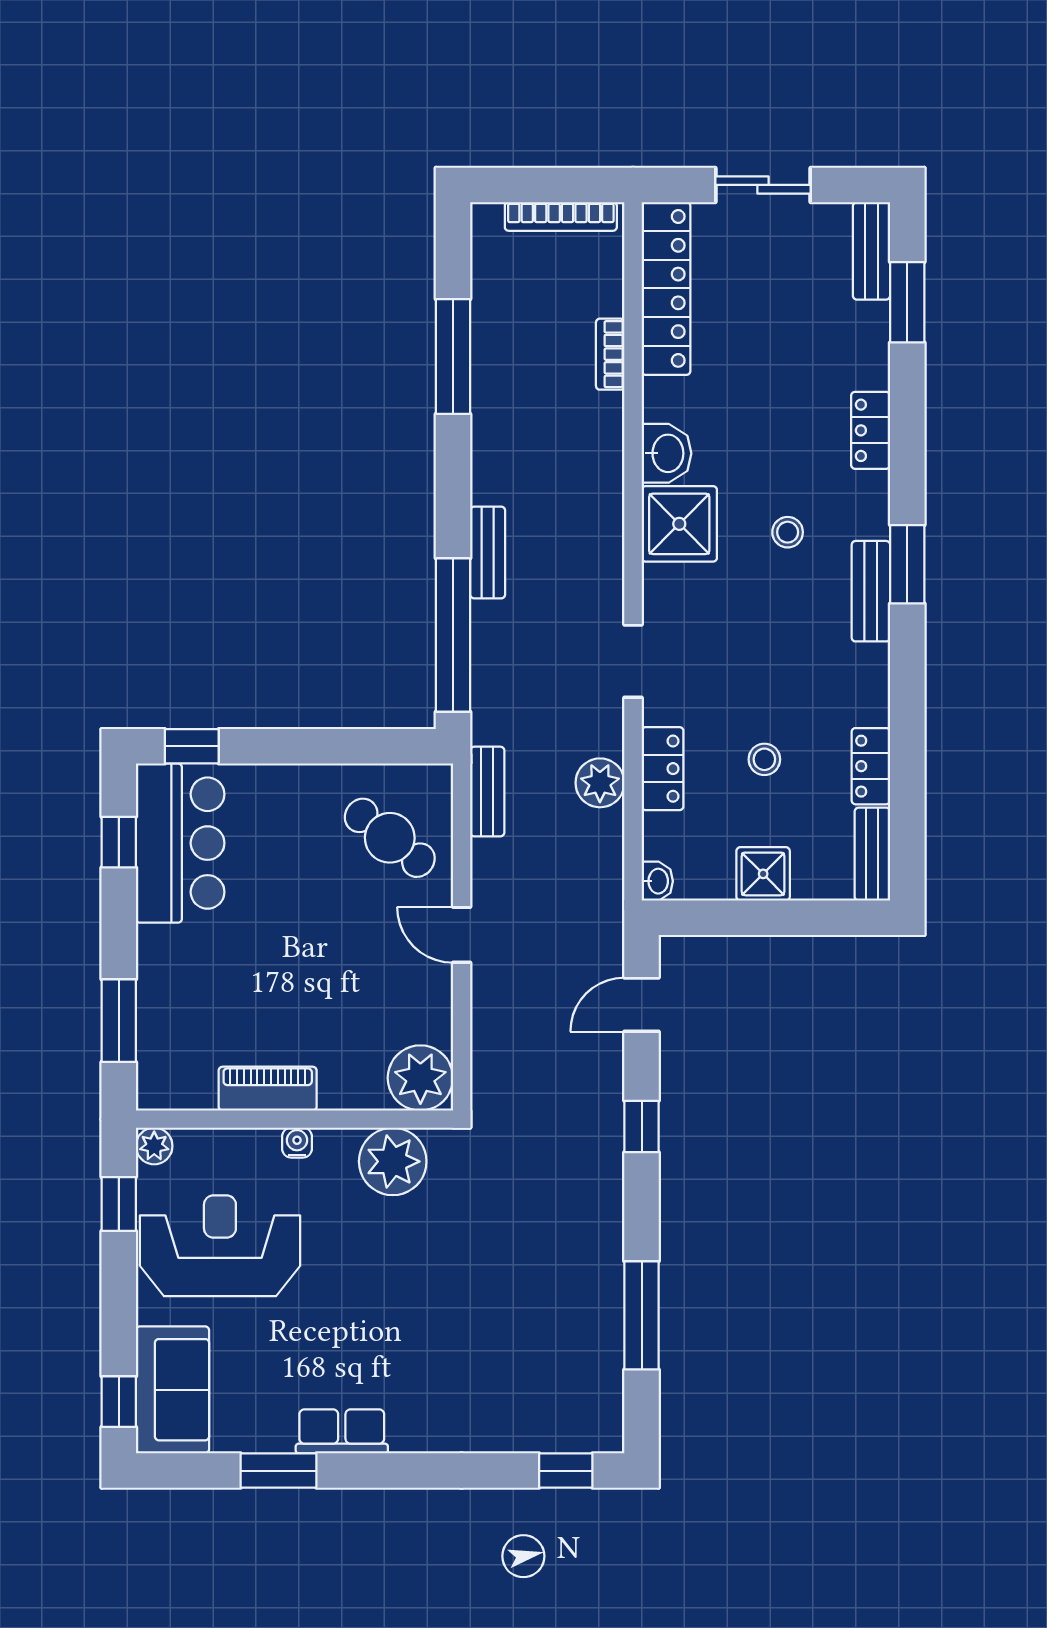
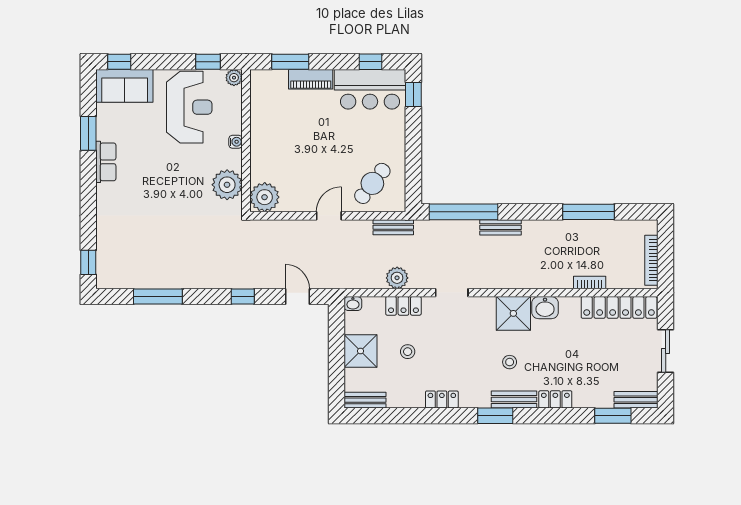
bench: (871, 591) -> (514, 399), moved
locker: (871, 766) -> (442, 399), moved
shower: (763, 874) -> (361, 351), width x1.36, depth x1.36
piano: (268, 1089) -> (311, 79), moved, turned 90

